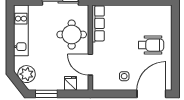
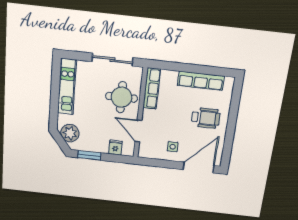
row of seats: (142, 11) -> (201, 81), added

